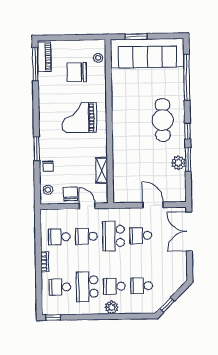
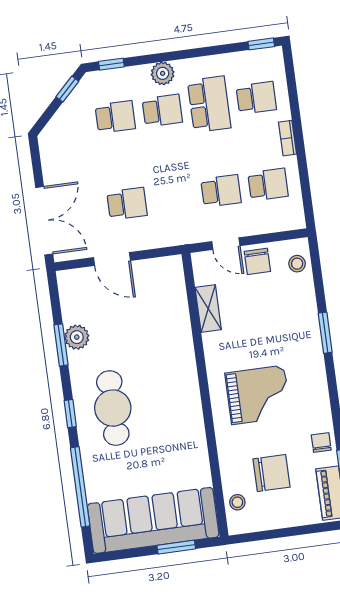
window: (188, 131) -> (70, 414), moved
chair: (48, 166) -> (321, 442), moved
school desk: (114, 236) -> (174, 197), removed
window: (140, 316) -> (111, 64), added

